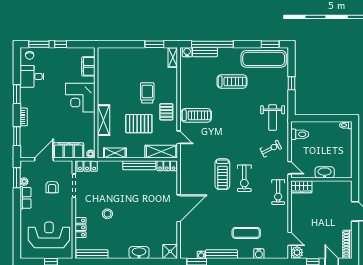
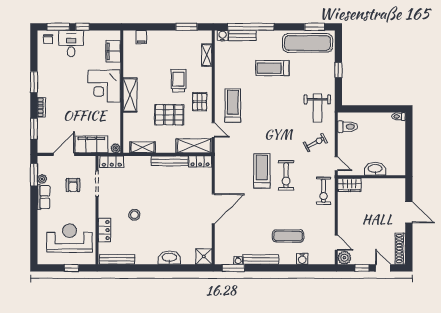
filing cabinet: (114, 54) -> (141, 37), added
shelving: (173, 57) -> (207, 55), moved
desk: (32, 76) -> (71, 44), moved, turned 90
treadmill: (232, 81) -> (272, 68), turned 180
treadmill: (196, 115) -> (233, 106), turned -90
shelving: (104, 120) -> (130, 95), moved
treadmill: (222, 174) -> (262, 171), turned 180

